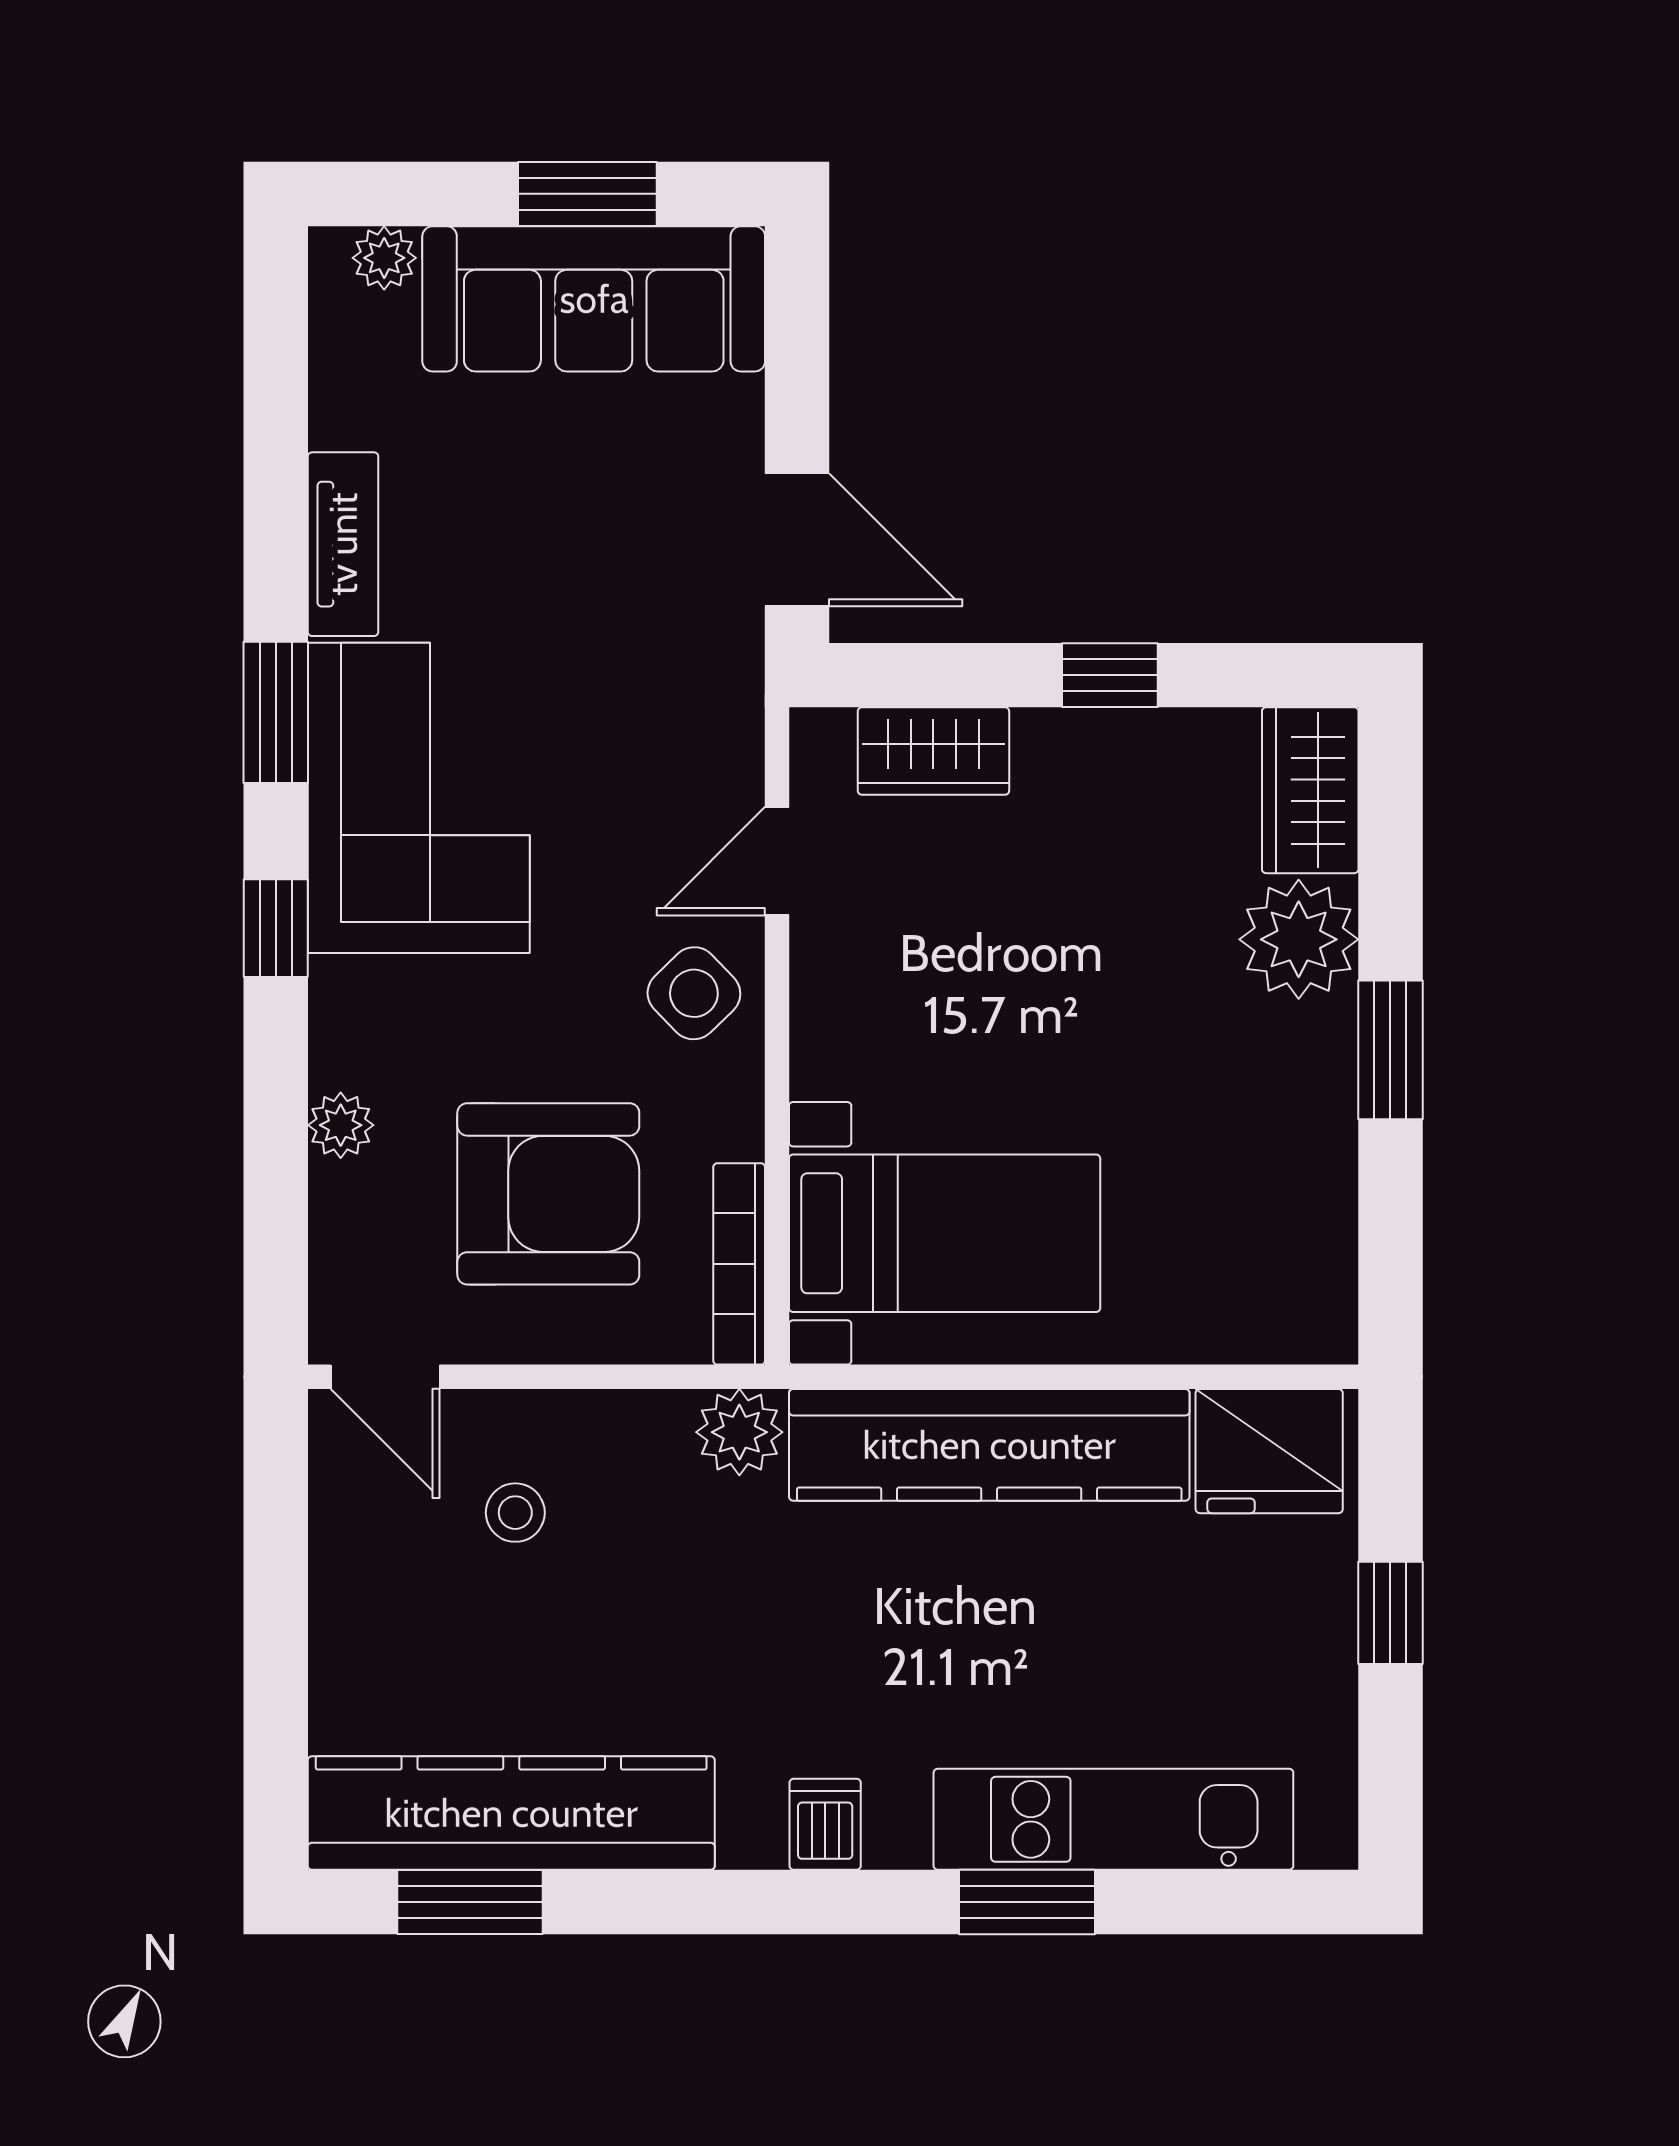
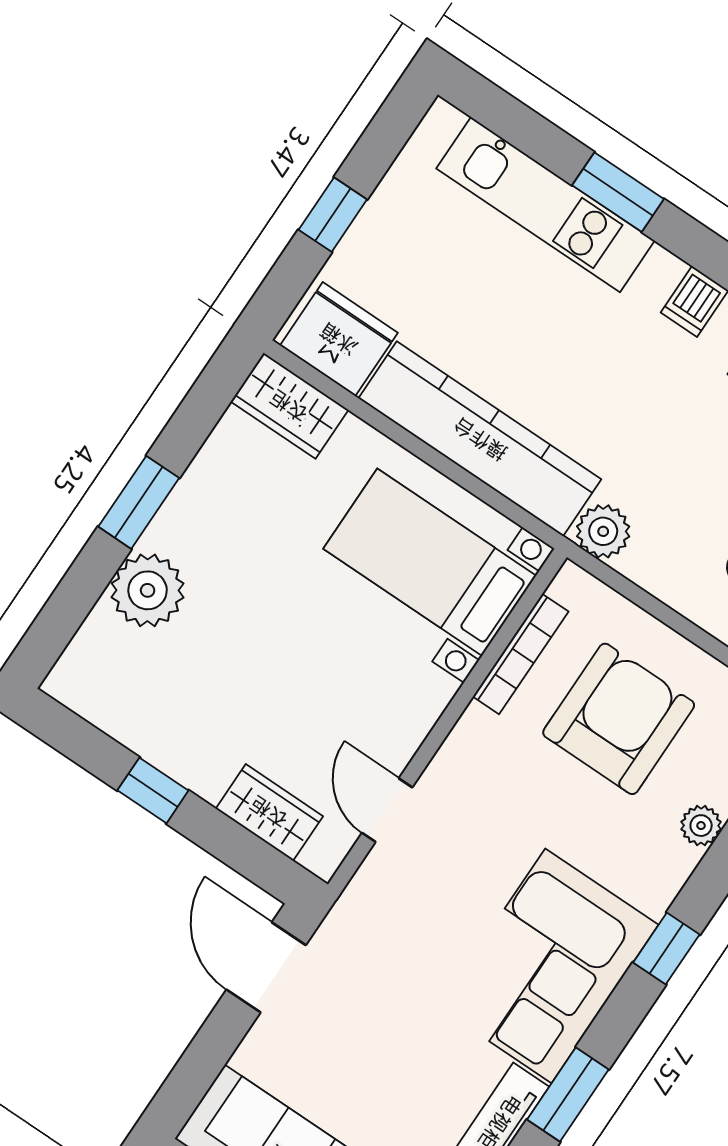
window: (276, 712) -> (568, 1095), moved
wardrobe: (1310, 790) -> (289, 406), moved, turned 90
door: (777, 861) -> (387, 810), swing flipped
side table: (694, 993) -> (475, 771), removed
armchair: (548, 1194) -> (619, 719), turned 90
bookcase: (739, 1264) -> (521, 654), moved

